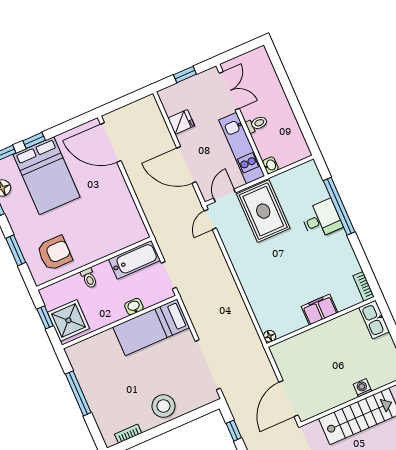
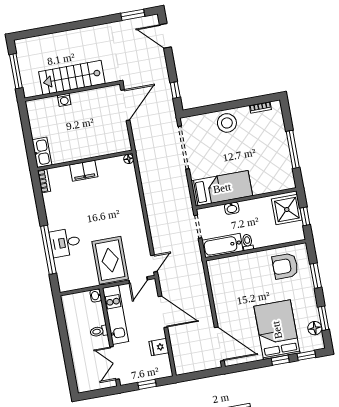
toilet: (89, 278) -> (248, 242), moved

